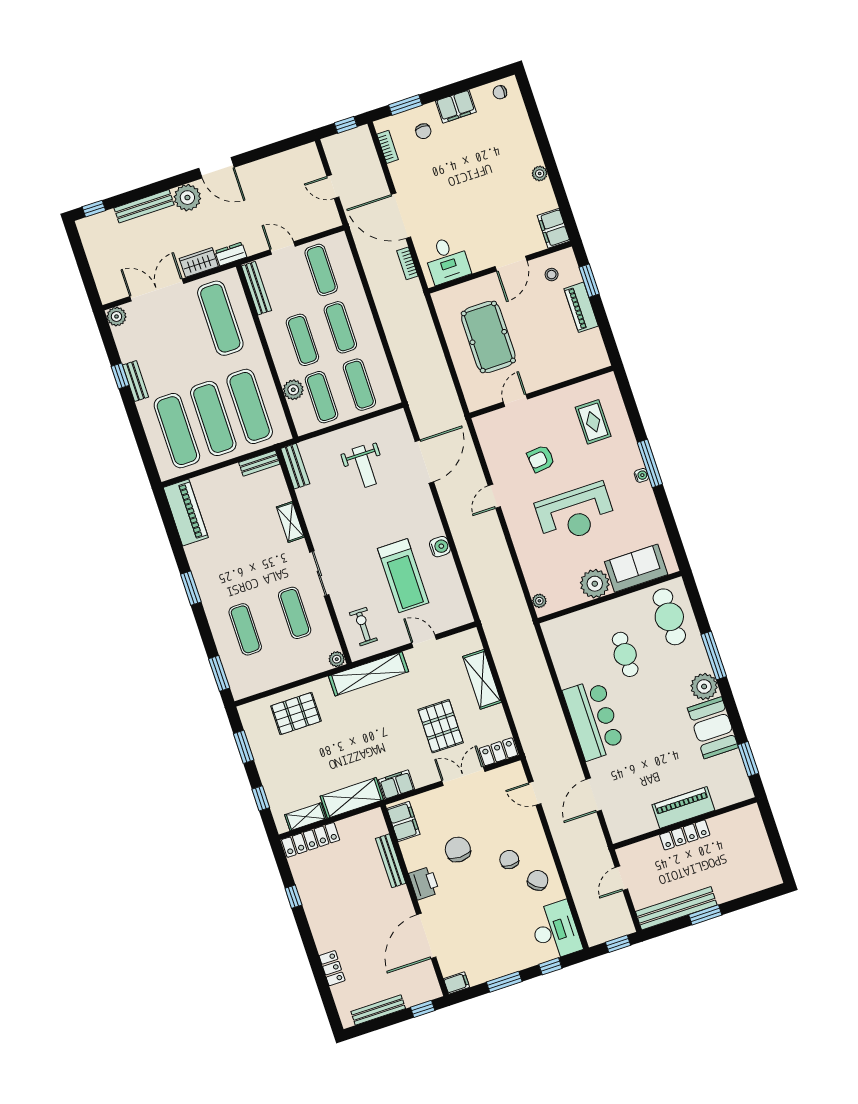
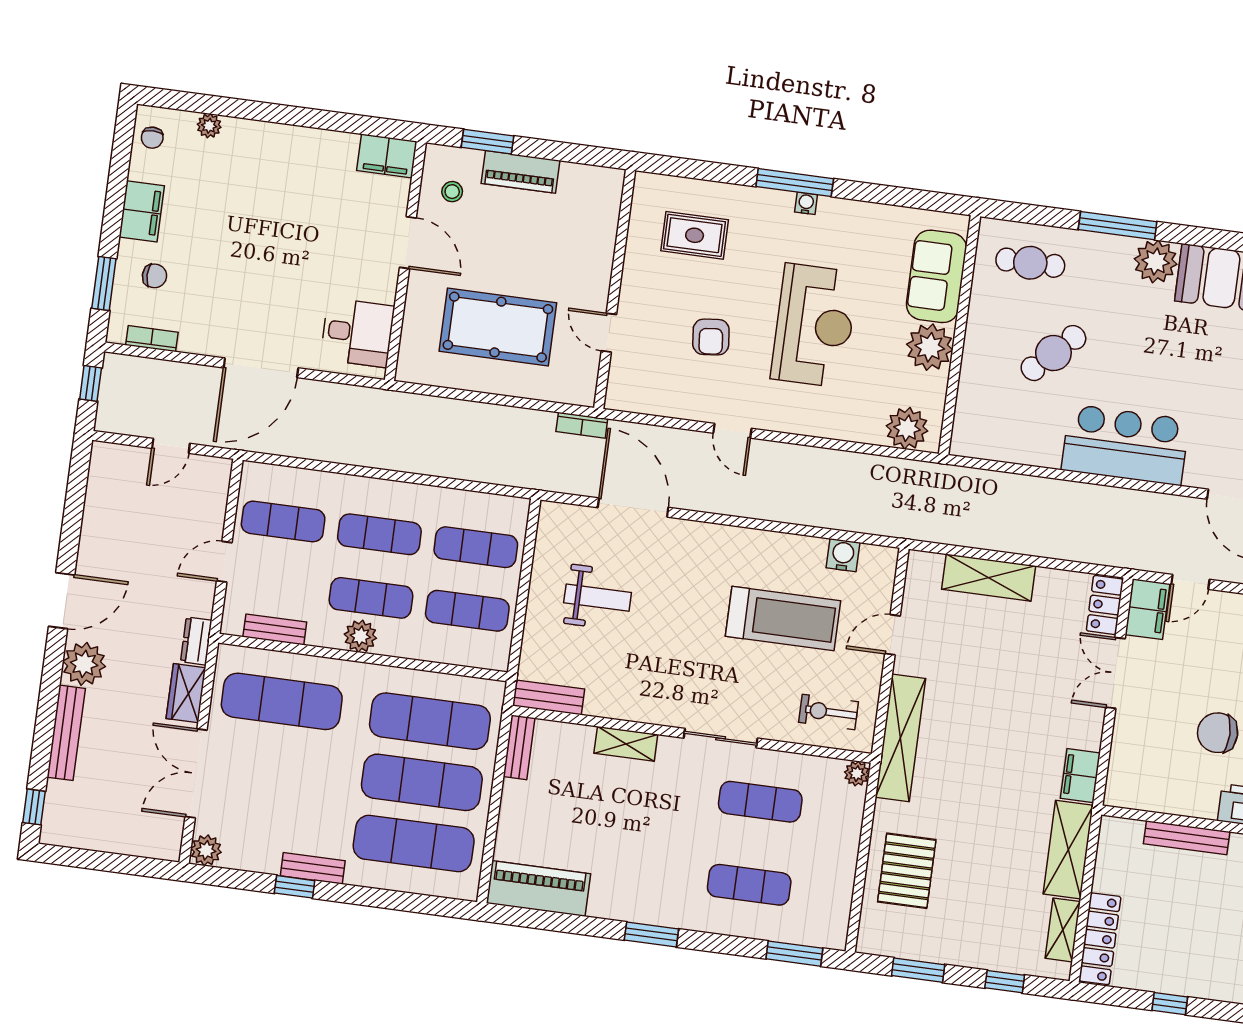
plant: (540, 174) -> (209, 126), moved
bookcase: (407, 263) -> (582, 425), moved
bench: (256, 288) -> (275, 629), width x0.73
plant: (293, 390) -> (360, 636), moved
water cooler: (440, 547) -> (843, 555), moved
plant: (539, 601) -> (907, 428), width x1.87, depth x1.87
cafe table: (669, 617) -> (1030, 263), width x0.73, depth x0.74
cafe table: (625, 654) -> (1053, 353), turned -45
pallet: (441, 726) -> (1027, 670), removed
filing cabinet: (403, 821) -> (1147, 609), moved, turned 90

